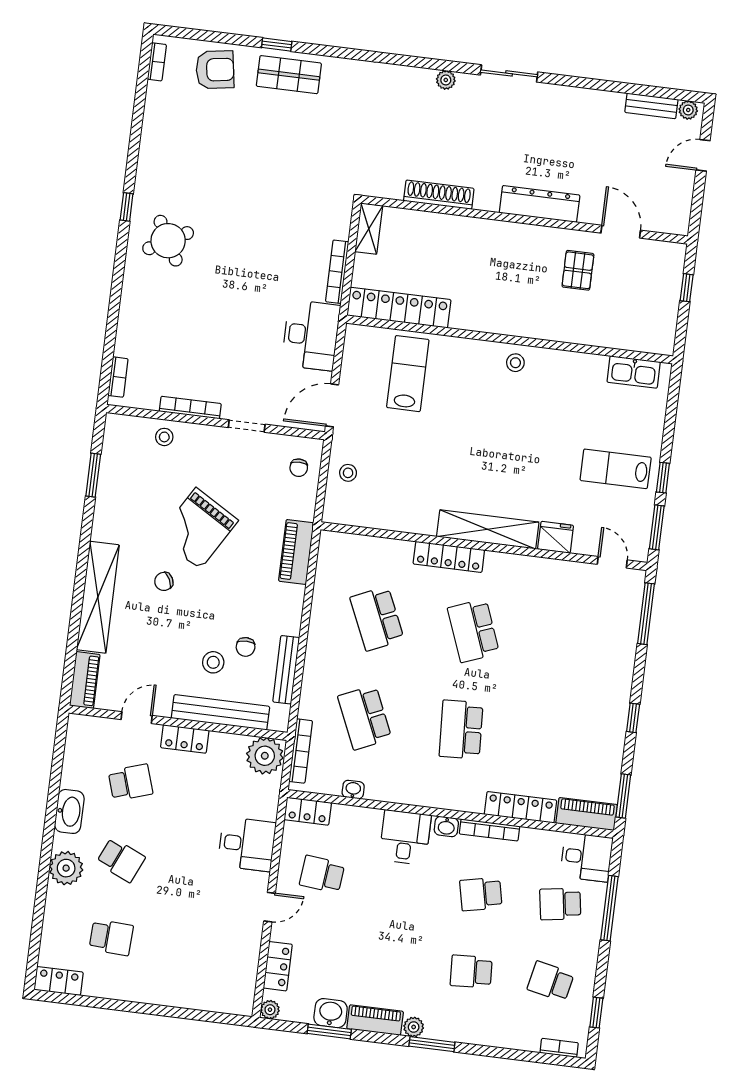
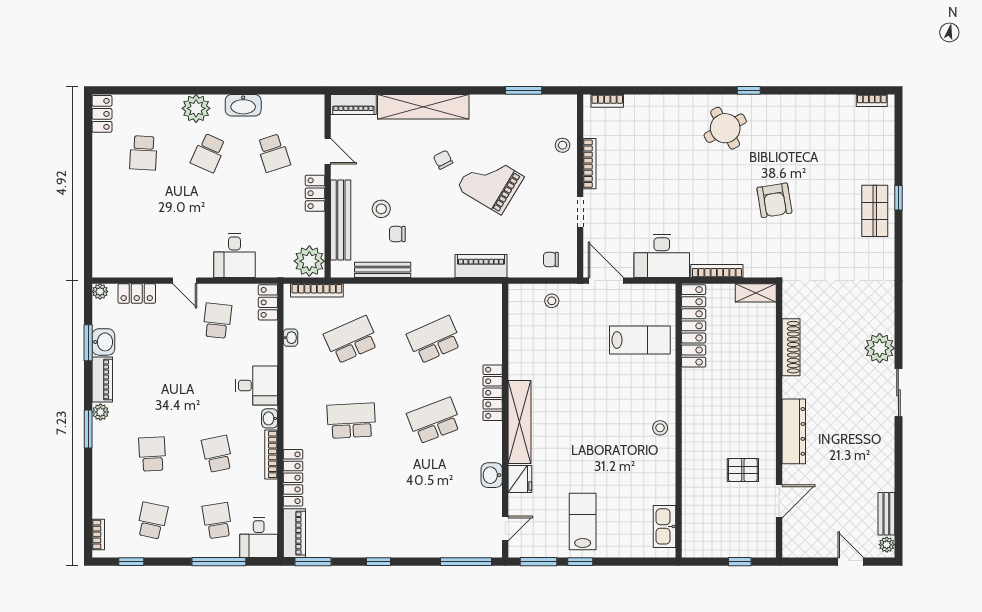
armchair: (215, 70) -> (774, 200), moved
plant: (446, 80) -> (880, 348), width x1.88, depth x1.88
washbasin: (547, 570) -> (492, 475), added

